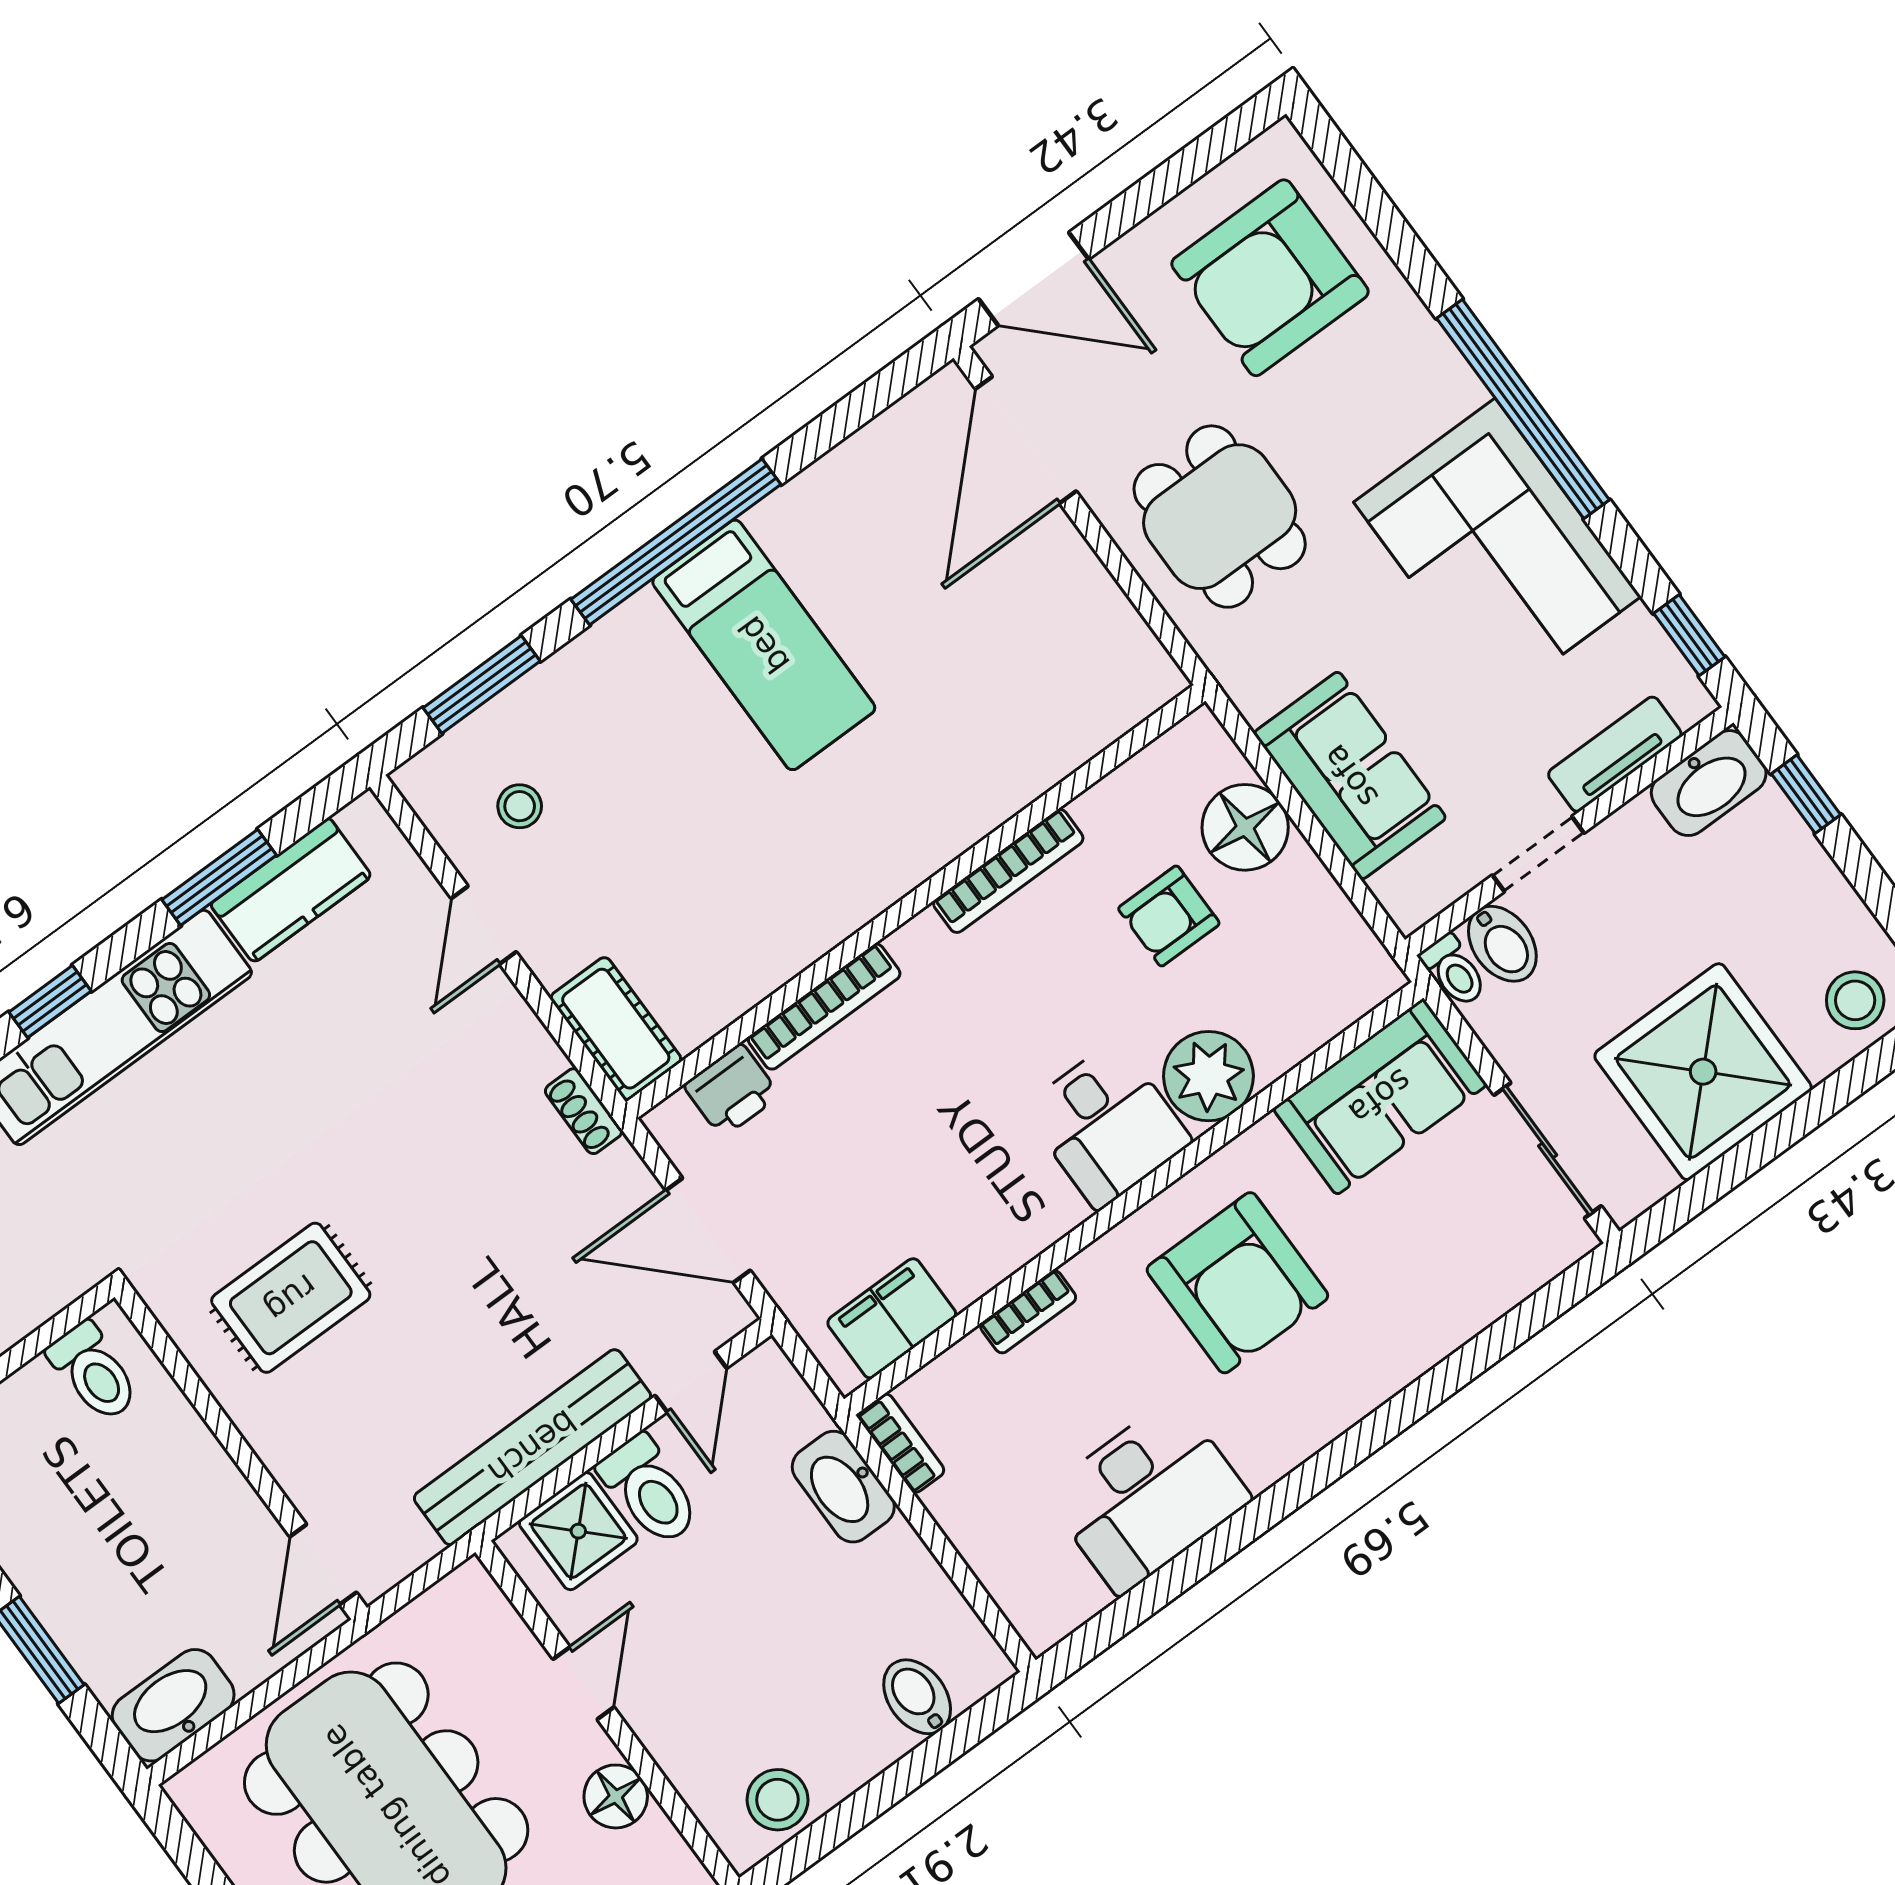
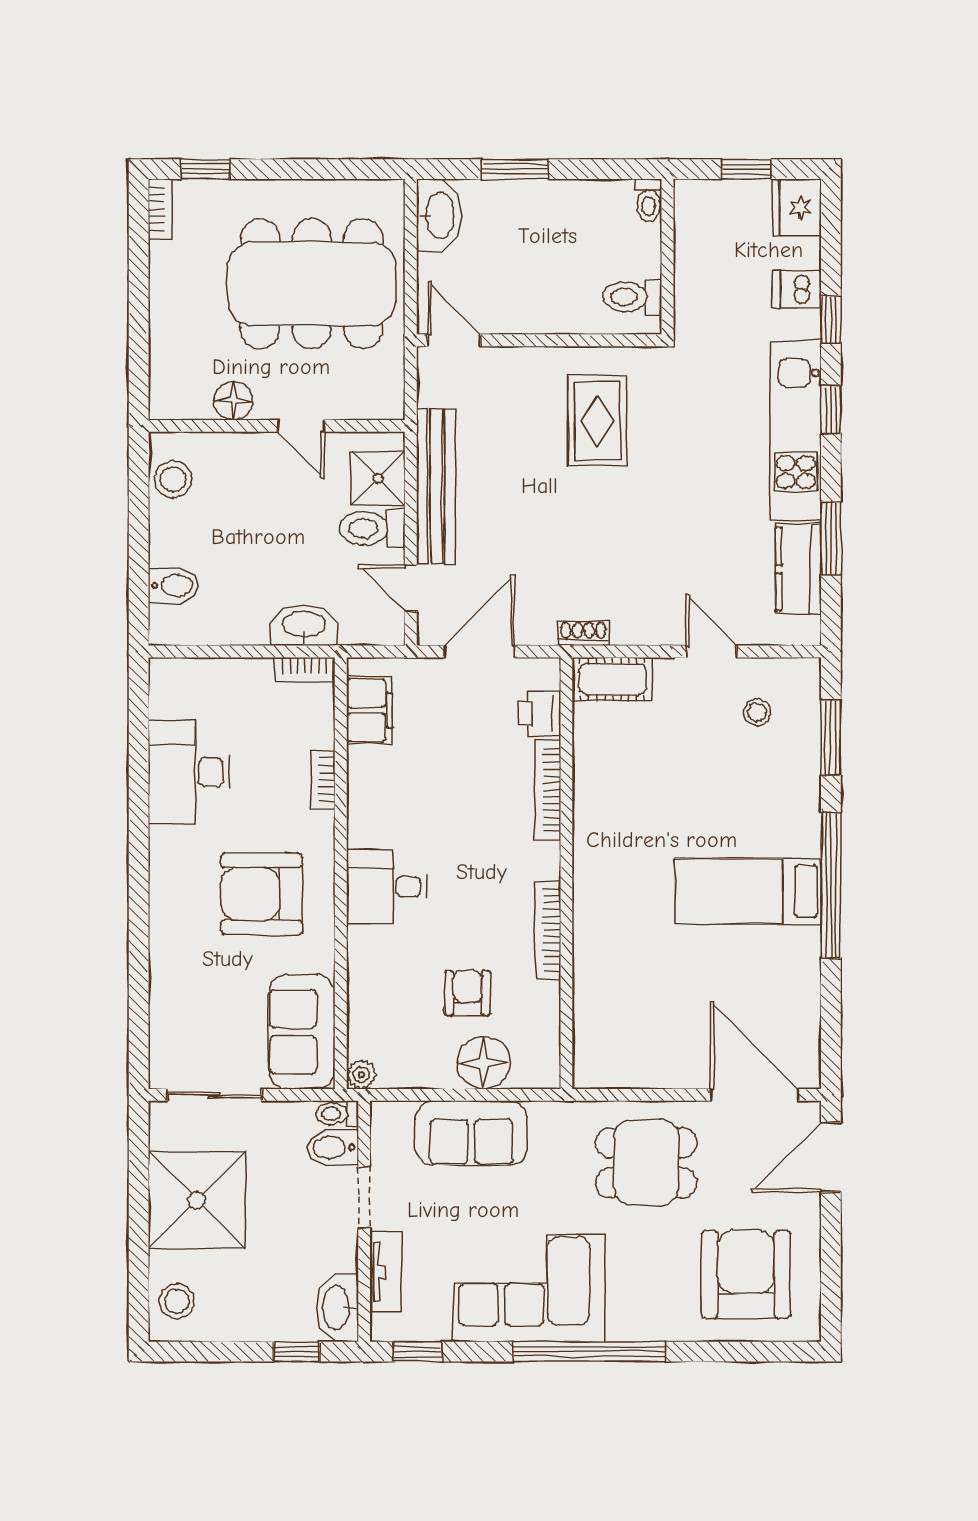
plant: (1208, 1076) -> (361, 1074), moved, width x0.53, depth x0.53

